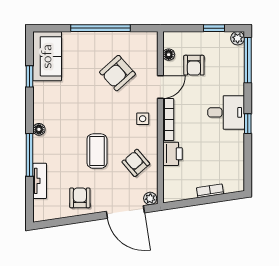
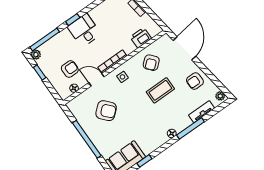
window: (248, 124) -> (73, 20), moved
printer: (173, 154) -> (141, 38), moved
plant: (150, 198) -> (220, 96), moved

